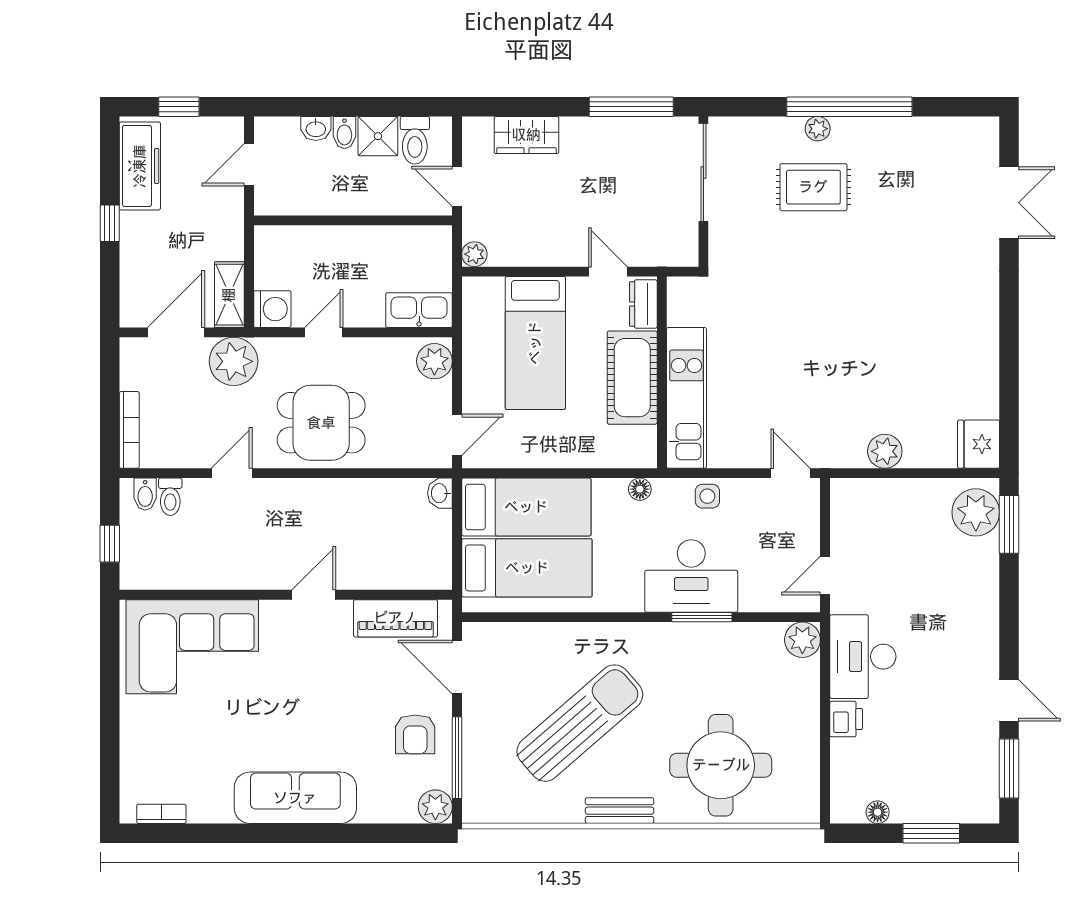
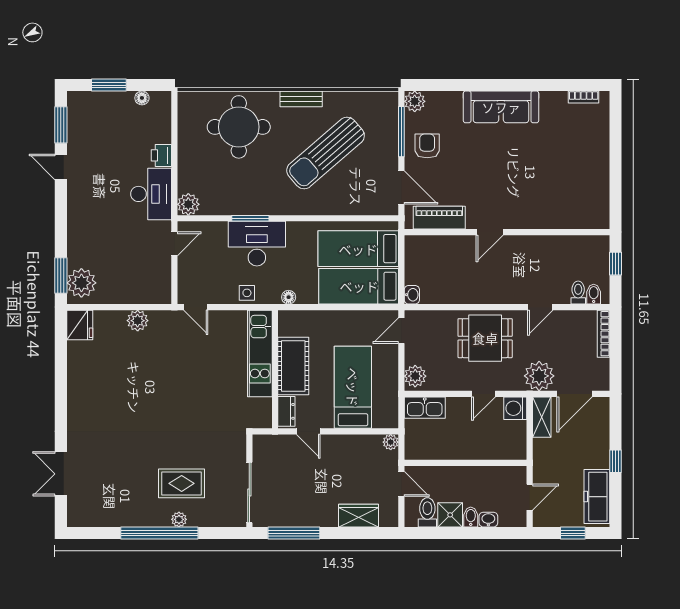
corner sofa: (192, 647) -> (565, 200), removed

